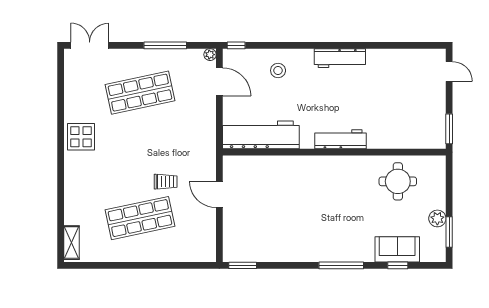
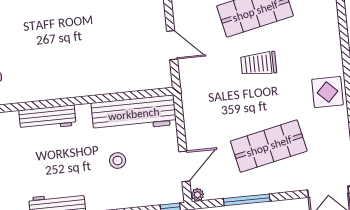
stool: (278, 70) -> (118, 160), moved
door: (219, 82) -> (184, 166), swing flipped
trolley: (166, 182) -> (259, 64), moved, width x1.36, depth x1.39

